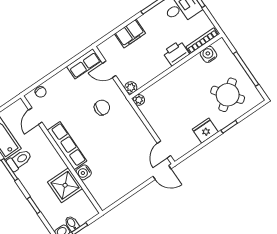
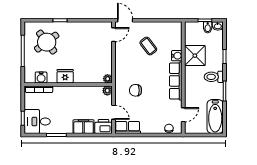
printer: (176, 53) -> (103, 126), moved, turned 180
fridge: (205, 131) -> (65, 76), moved, turned 180
toilet: (19, 160) -> (214, 77), moved
coffee table: (120, 162) -> (148, 46), added

